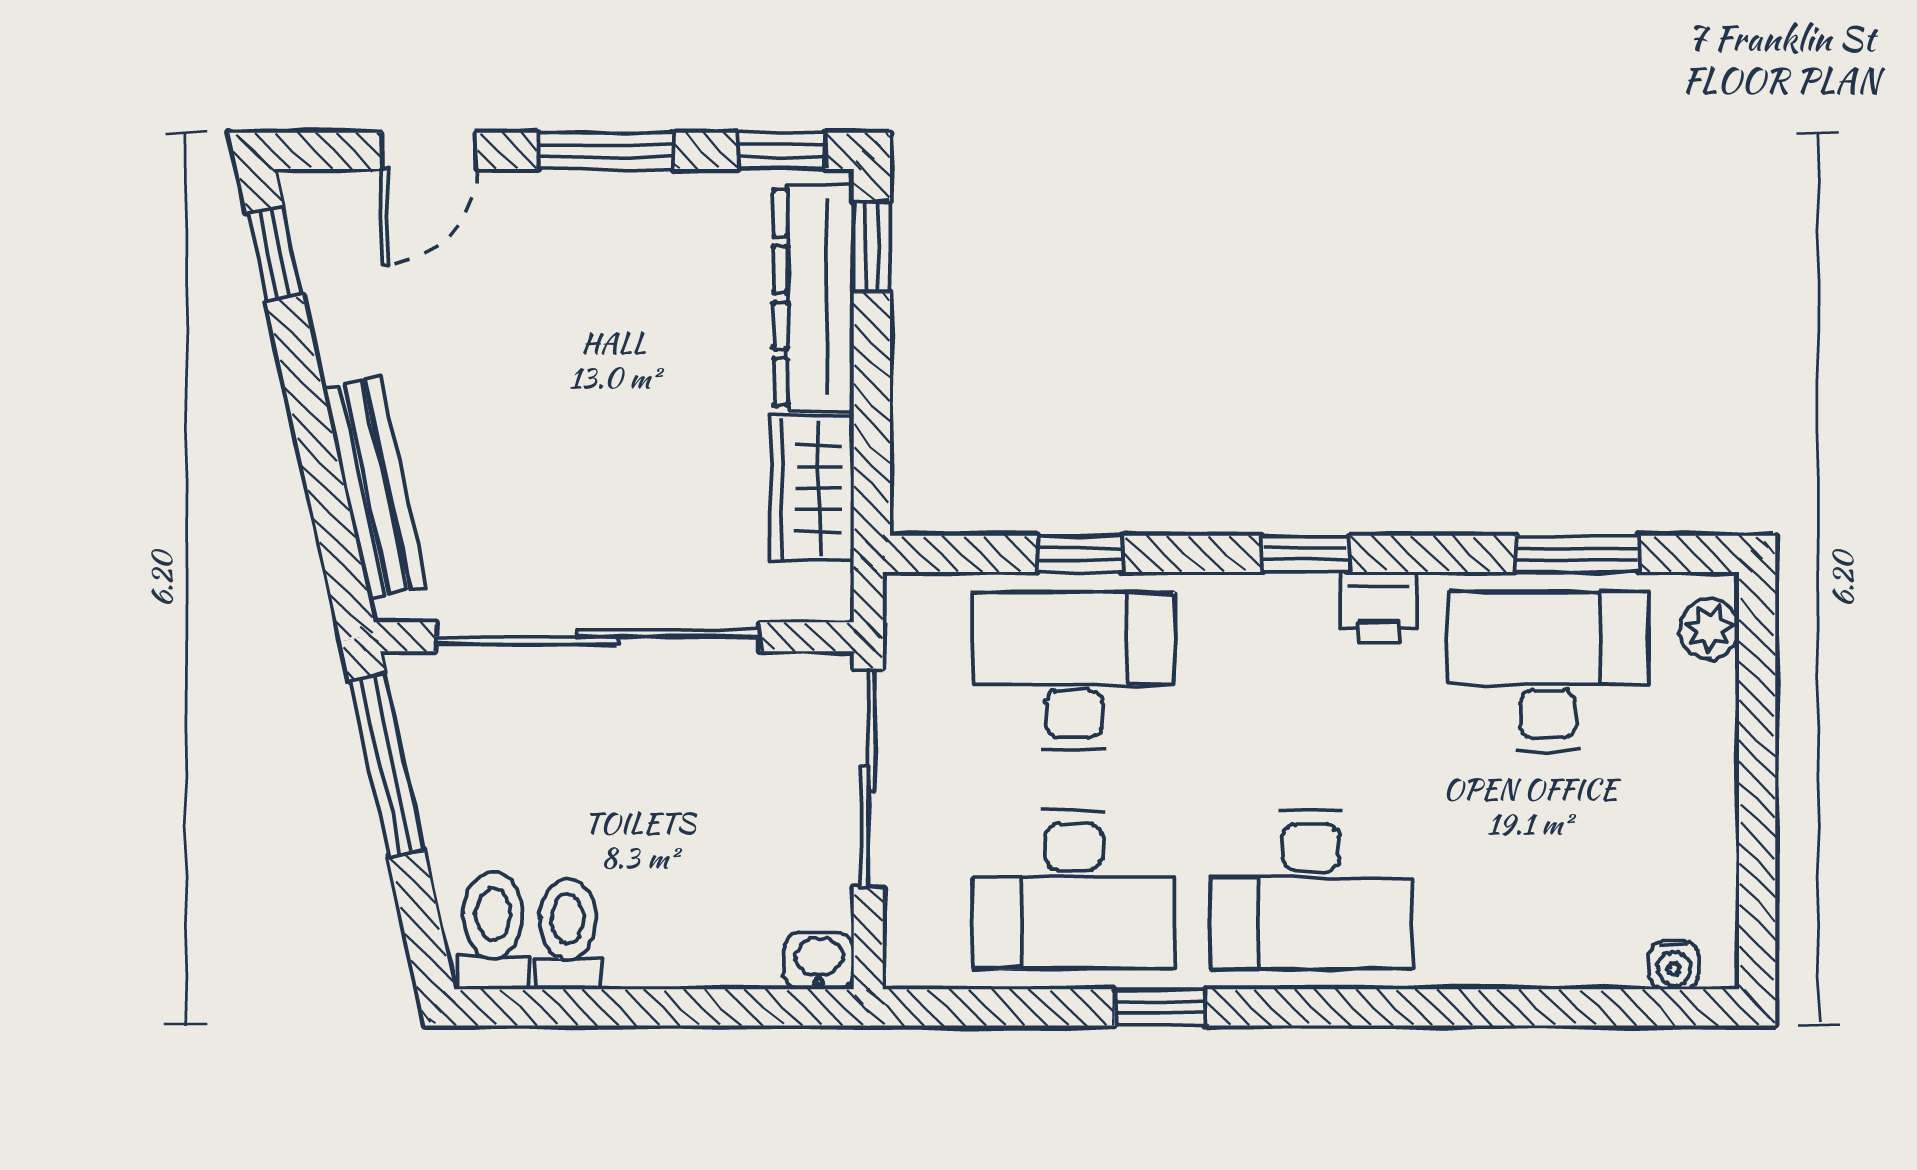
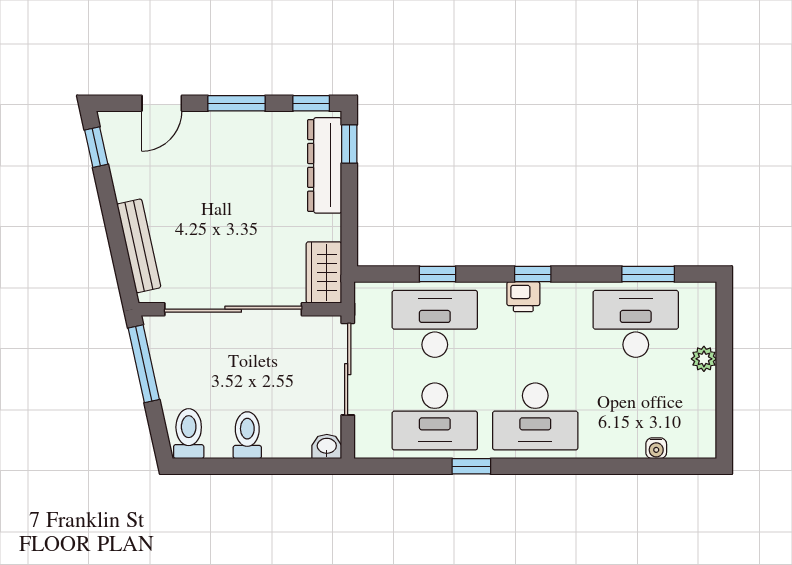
wardrobe: (812, 488) -> (324, 272), moved
printer: (1379, 607) -> (523, 297), moved
plant: (1709, 629) -> (704, 359), moved
toilet: (568, 934) -> (247, 435), moved
water cooler: (1674, 965) -> (656, 448), moved

